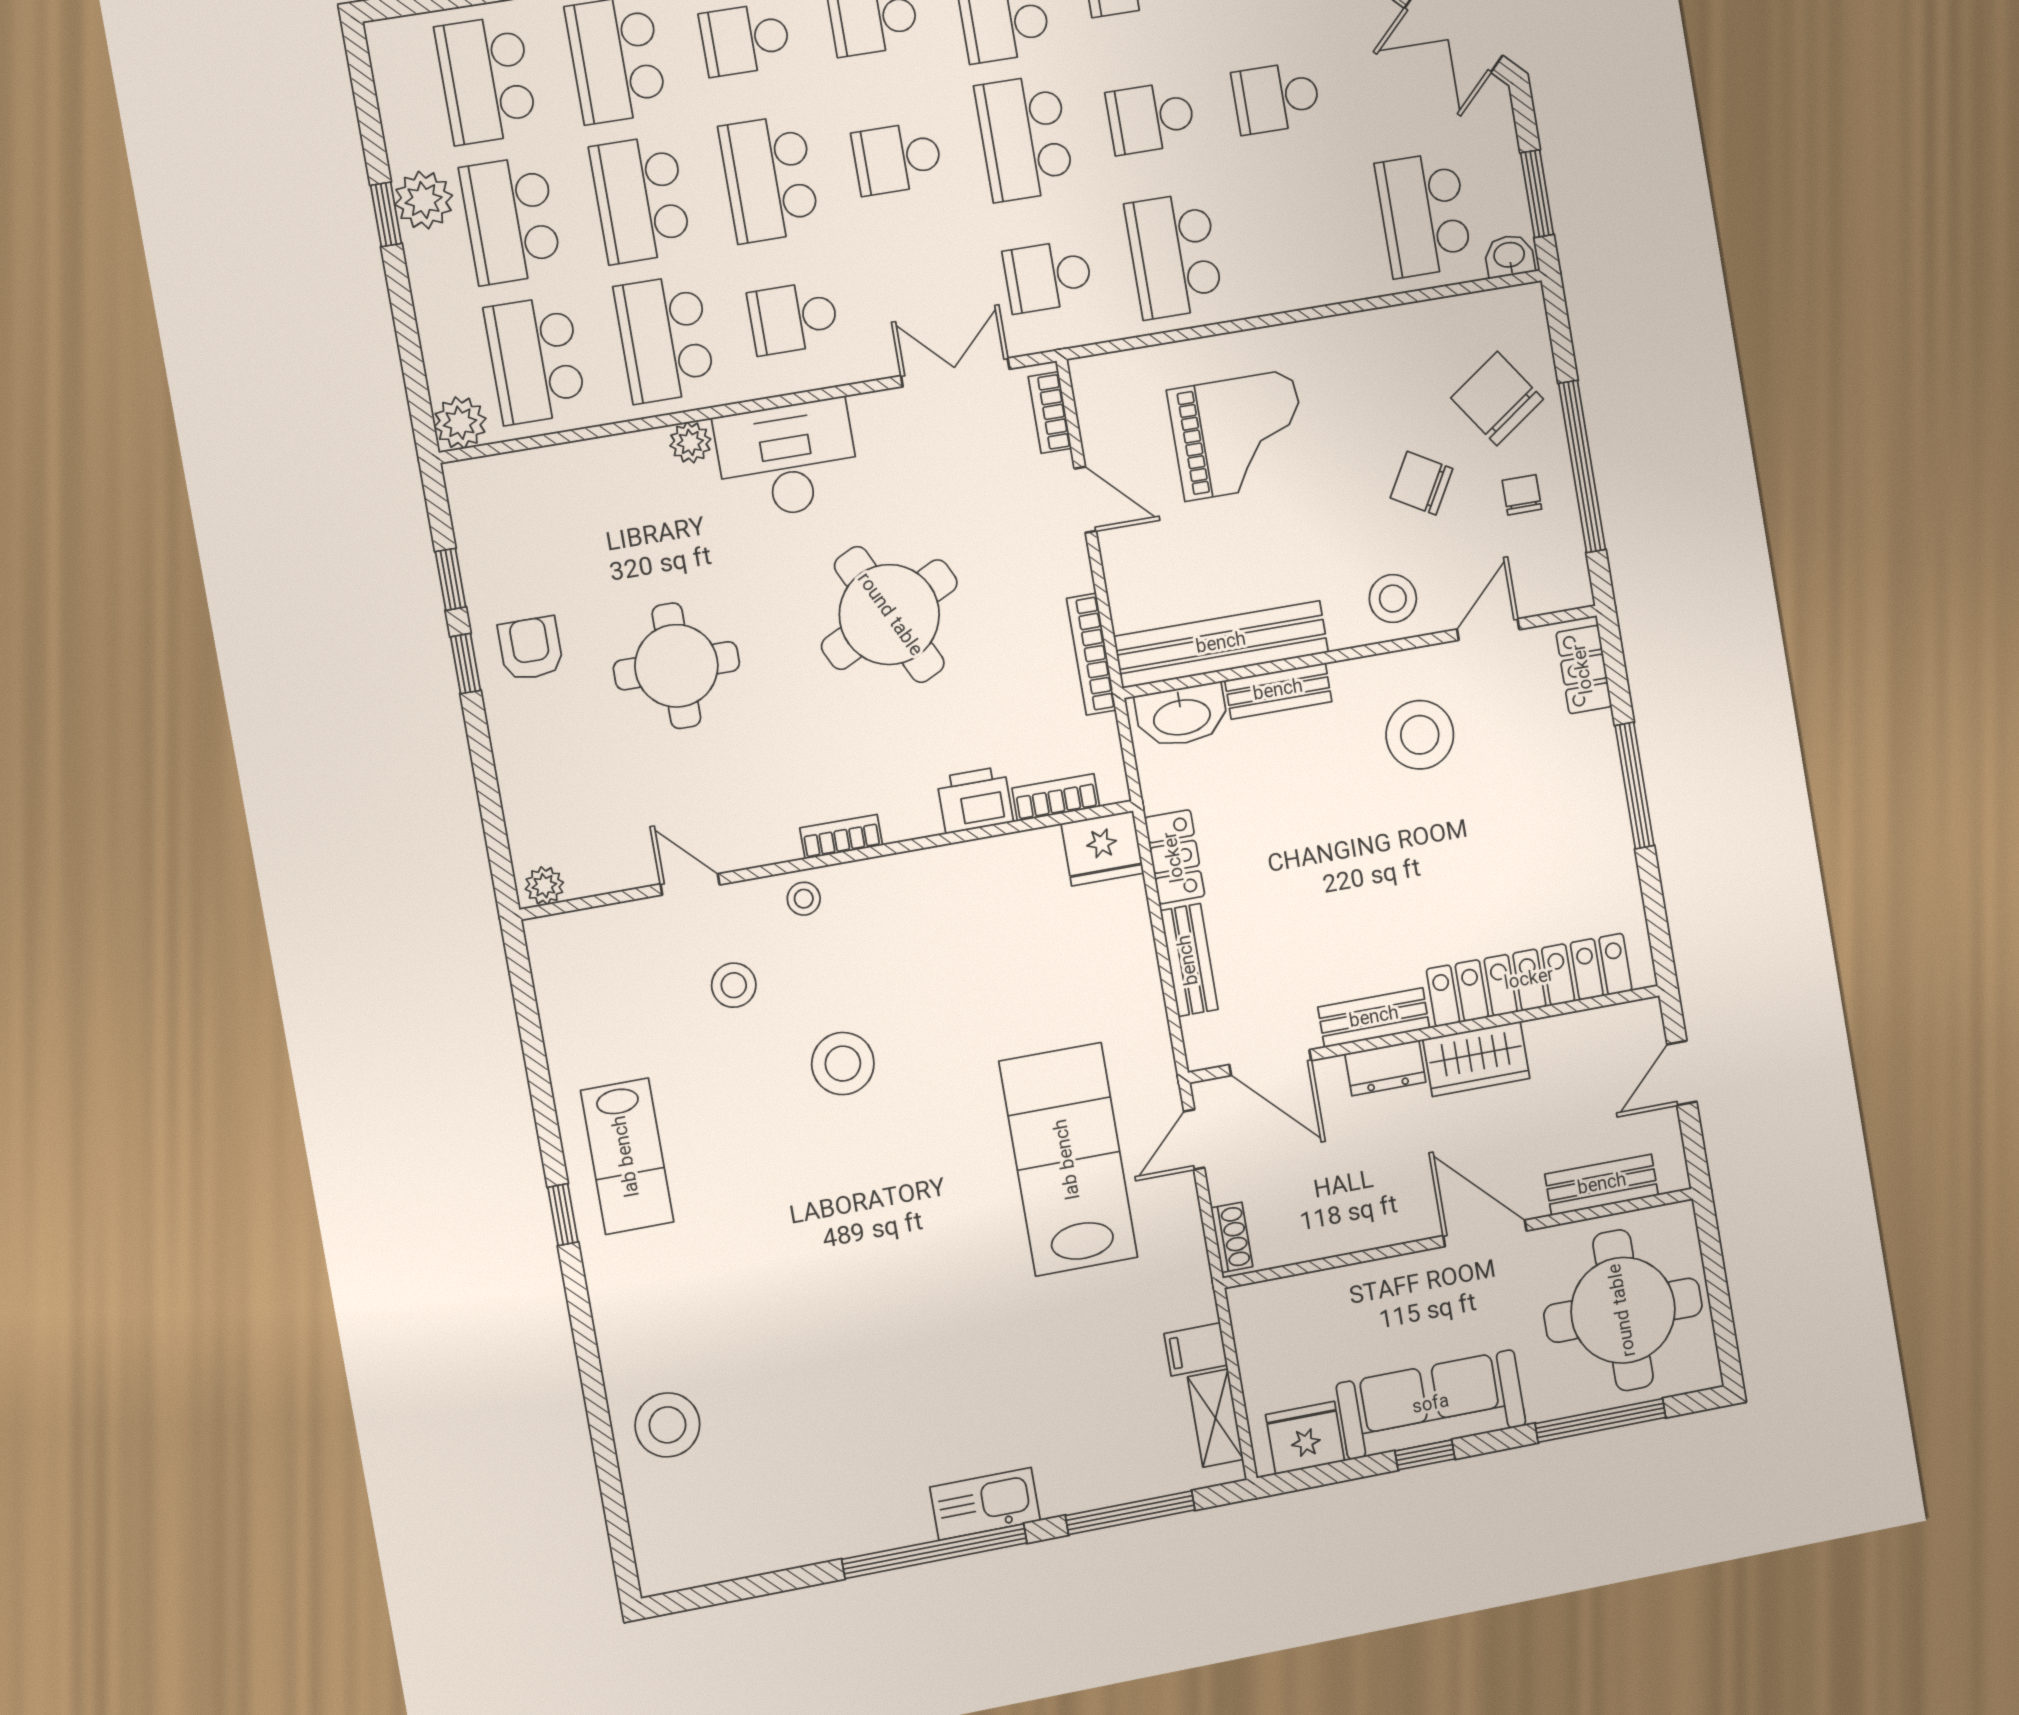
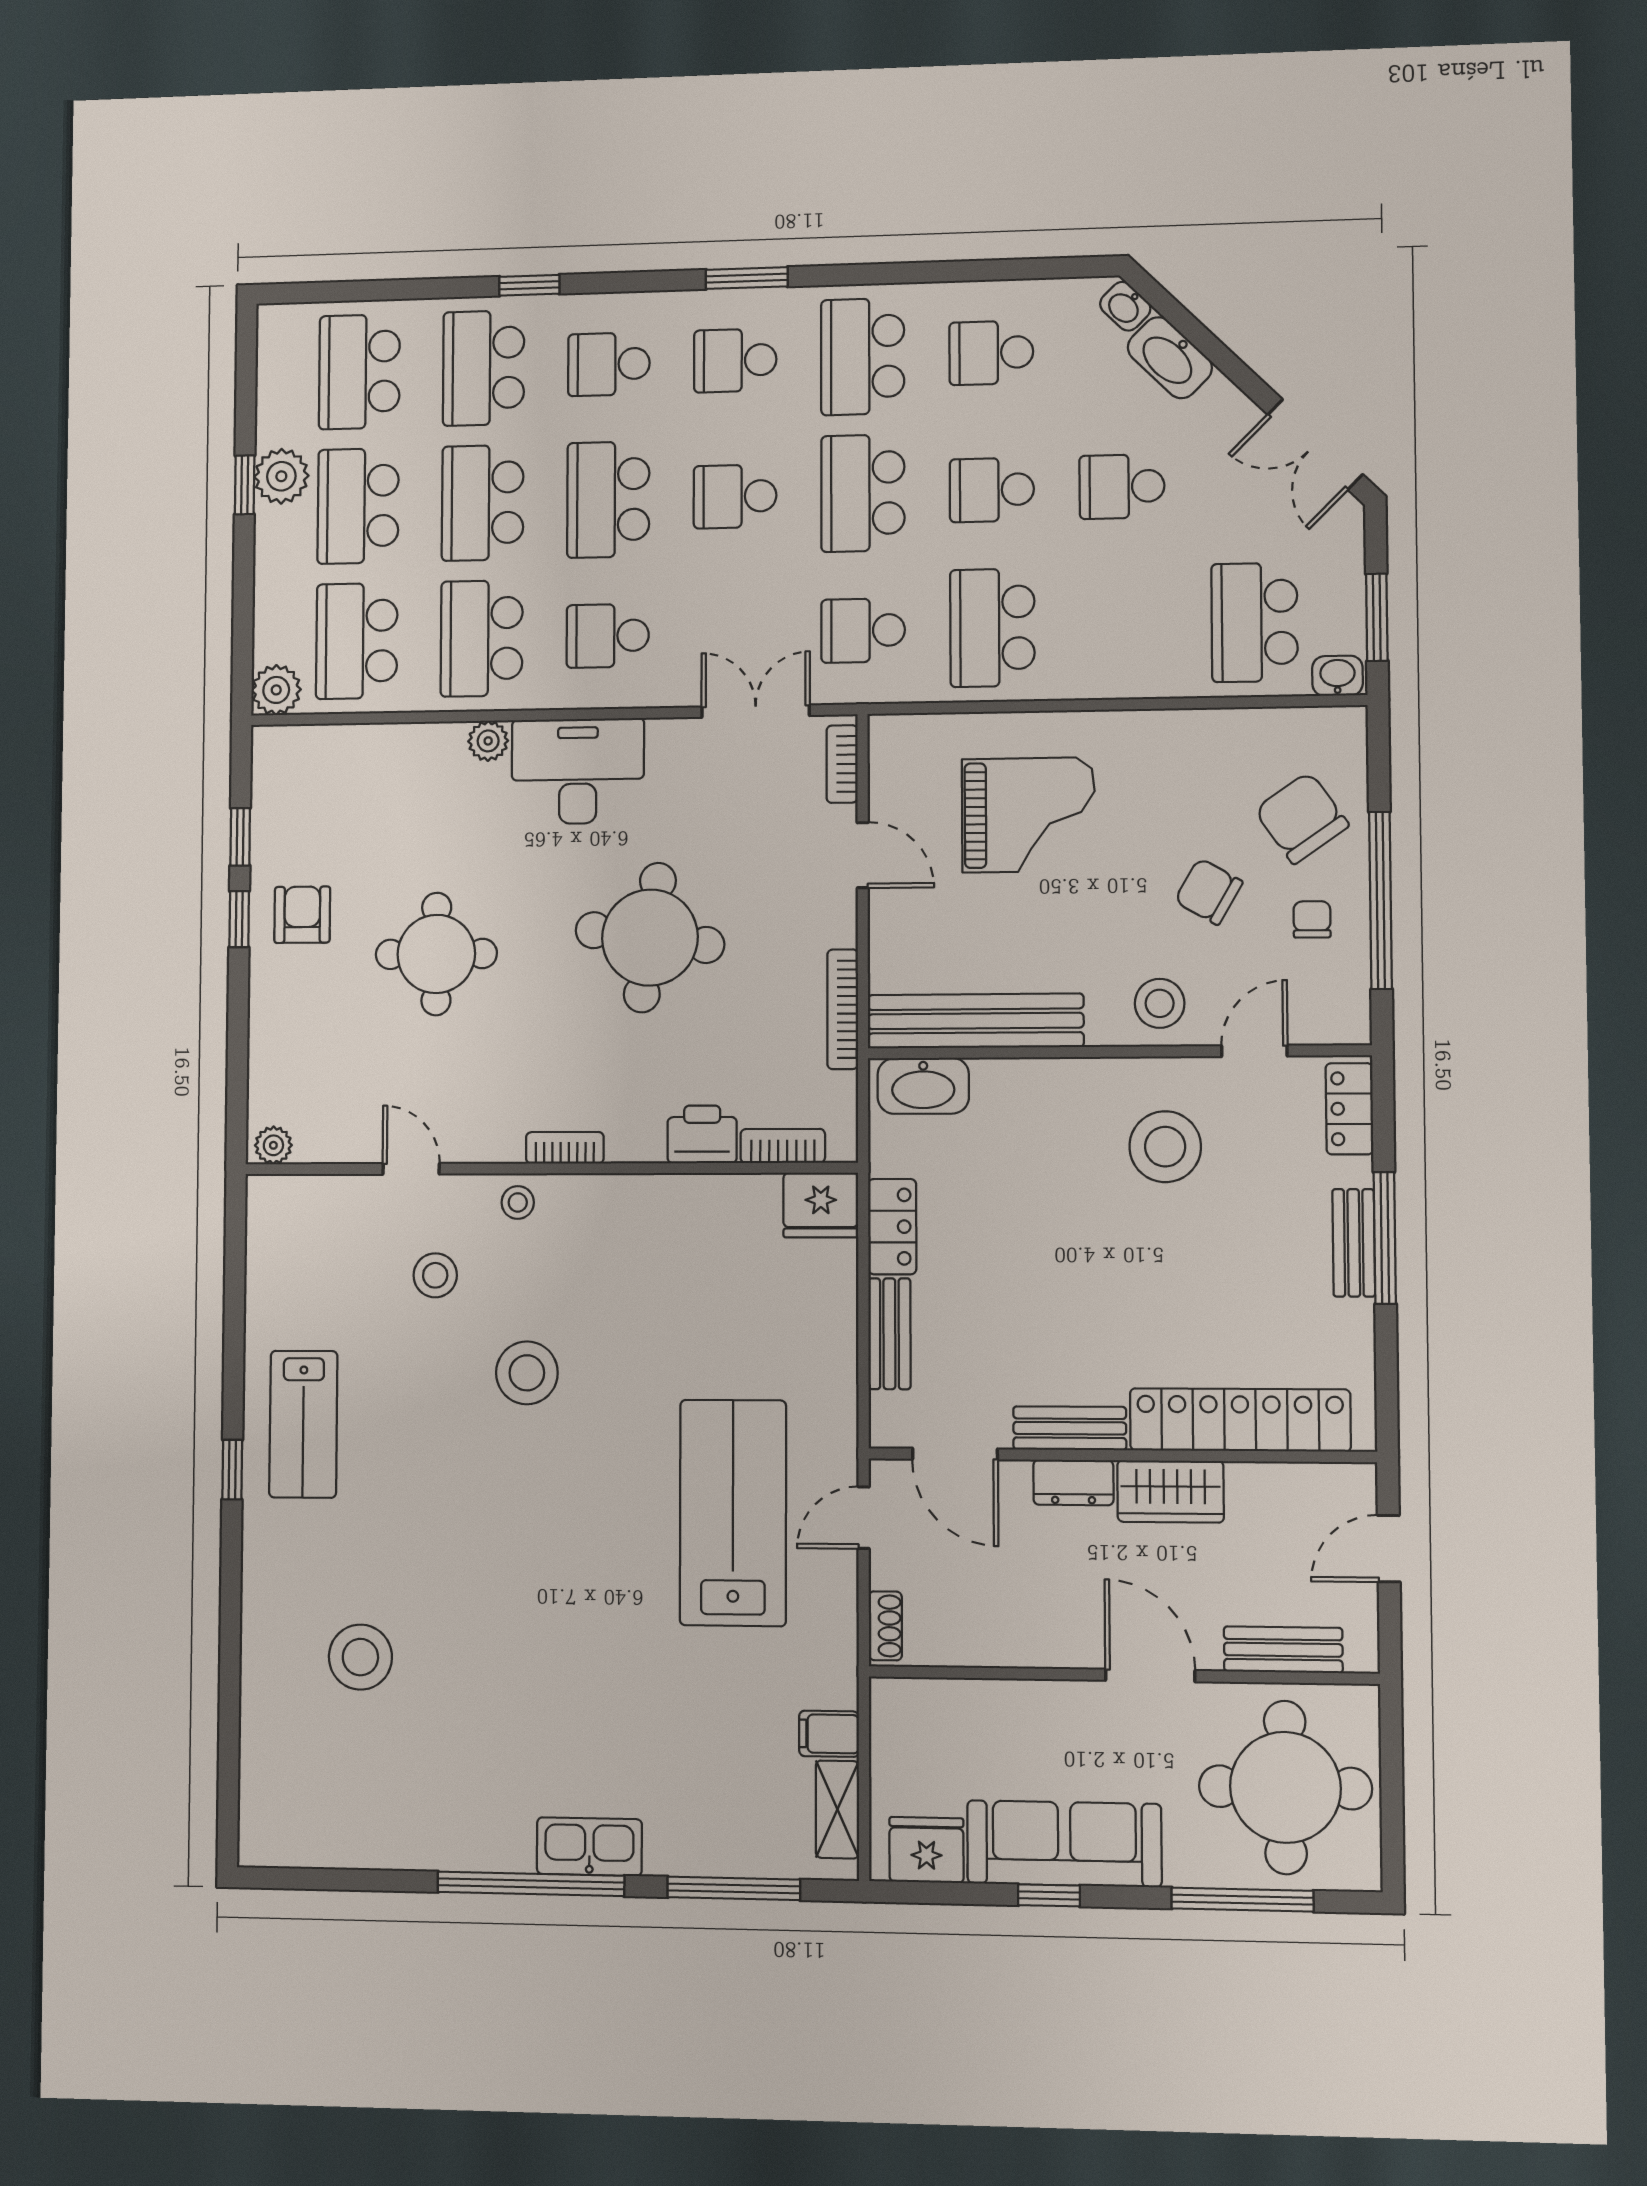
round table: (889, 615) -> (650, 938), turned 34
bench: (1278, 691) -> (1354, 1243), moved, turned 90
stool: (667, 1425) -> (360, 1657), moved

